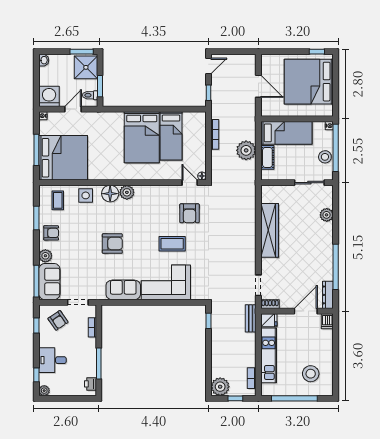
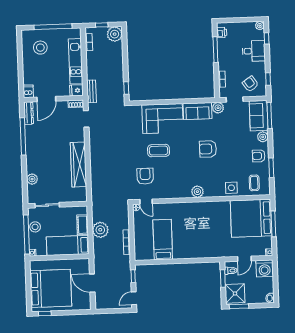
bed: (142, 137) -> (187, 238), removed
floor lamp: (110, 194) -> (211, 190), removed
plant: (98, 293) -> (218, 108), added

